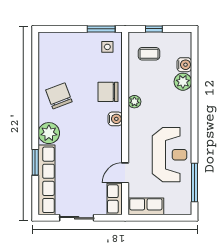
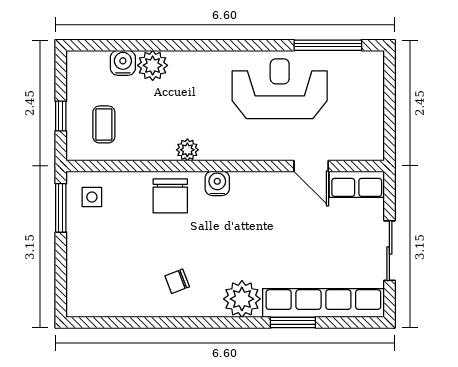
chair: (59, 96) -> (177, 281), width x0.54, depth x0.54
row of seats: (146, 206) -> (370, 130), removed

